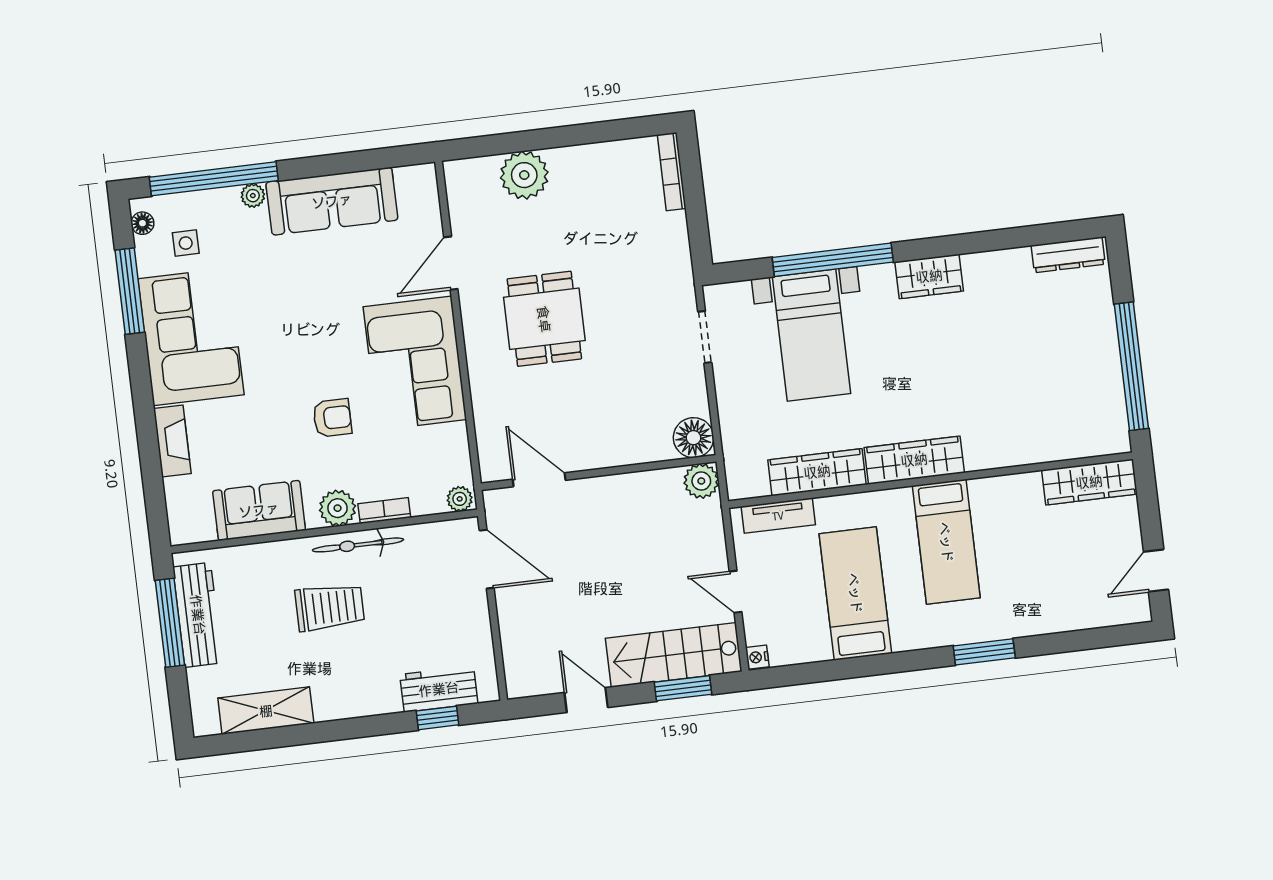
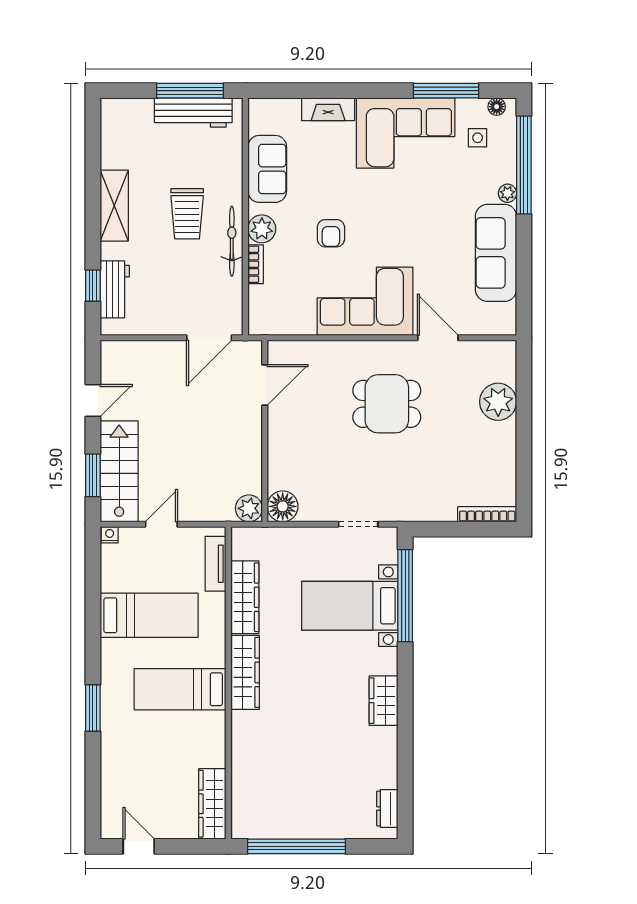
dresser: (1068, 255) -> (387, 808), width x0.70
window: (833, 260) -> (405, 596), moved
plant: (460, 499) -> (257, 323), removed
shelving: (266, 711) -> (114, 206), moved

